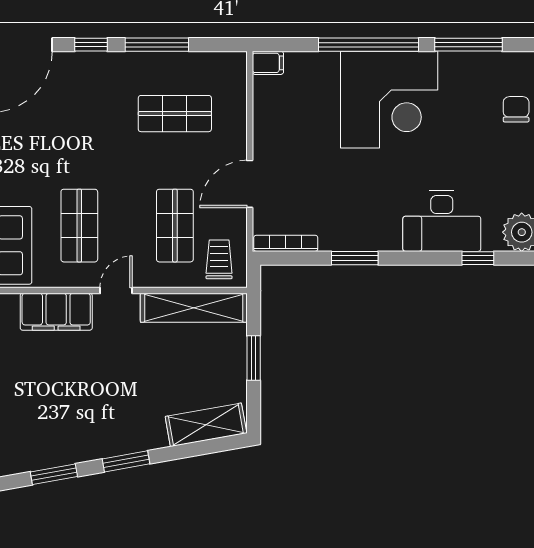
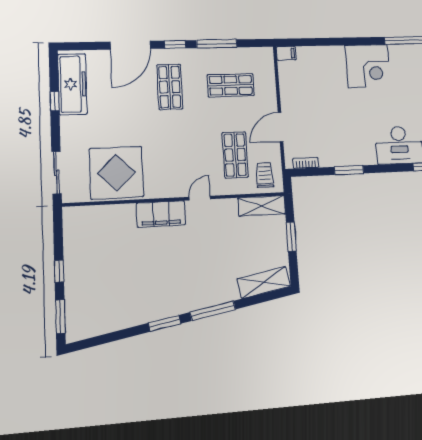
window: (369, 45) -> (346, 41), removed
corner desk: (389, 100) -> (368, 66), width x0.74, depth x0.74
shop shelf: (79, 226) -> (170, 87), moved
bookcase: (286, 243) -> (306, 163), width x0.64
shelving: (194, 308) -> (262, 206), width x0.68
window: (126, 461) -> (213, 311), width x1.44

